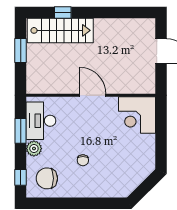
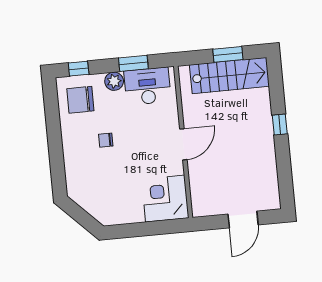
window: (63, 12) -> (280, 124), moved
stairs: (60, 30) -> (229, 76), moved, turned -90
chair: (47, 178) -> (80, 100), turned -90

